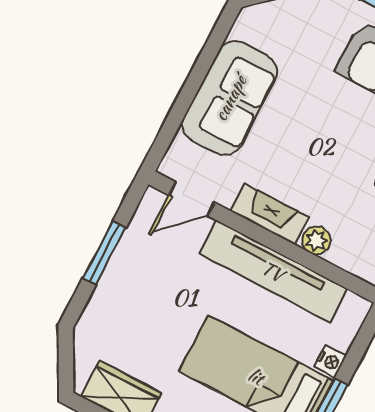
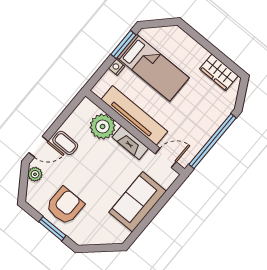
plant: (316, 240) -> (103, 126), width x1.88, depth x1.88
window: (104, 253) -> (212, 141), width x2.11

